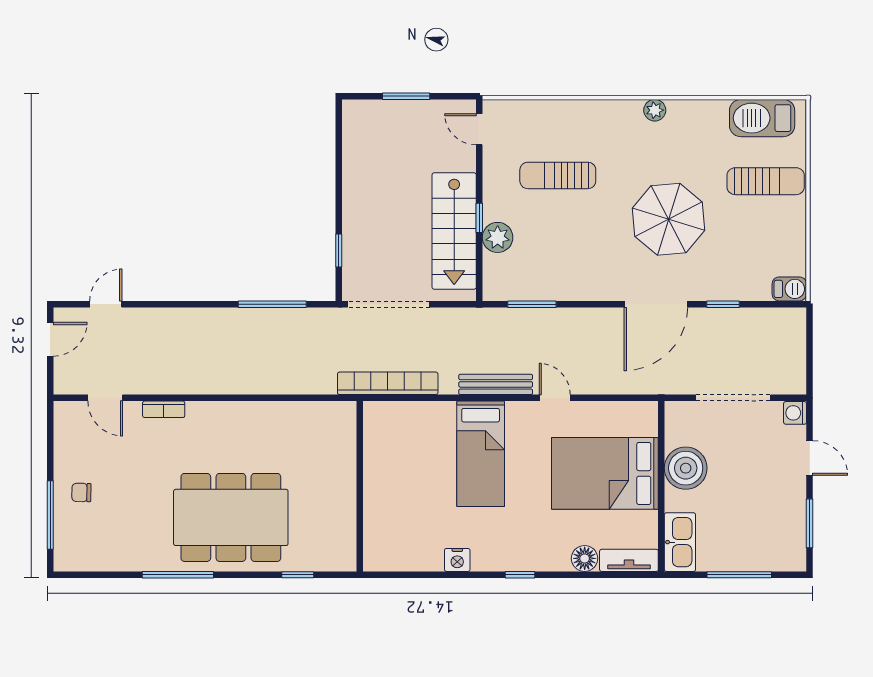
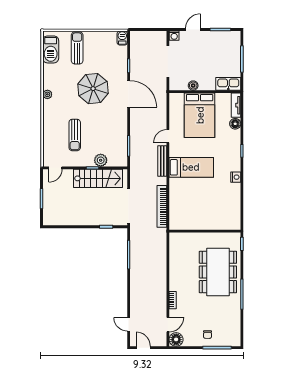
floor lamp: (70, 417) -> (176, 339), added
boiler: (686, 468) -> (193, 86), width x0.54, depth x0.54
wall: (360, 486) -> (205, 231), moved

